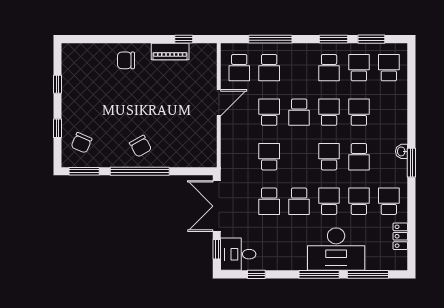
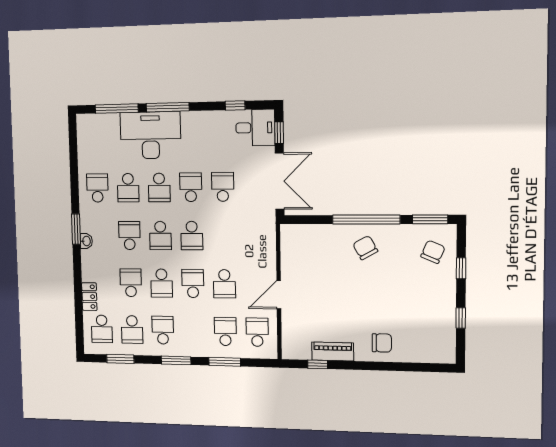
window: (270, 39) -> (225, 362), width x0.69
window: (334, 39) -> (176, 360), moved
school desk: (359, 112) -> (131, 283), turned 180
school desk: (269, 157) -> (192, 236), moved
school desk: (389, 201) -> (97, 188), turned 180
locker: (400, 236) -> (89, 297), moved

